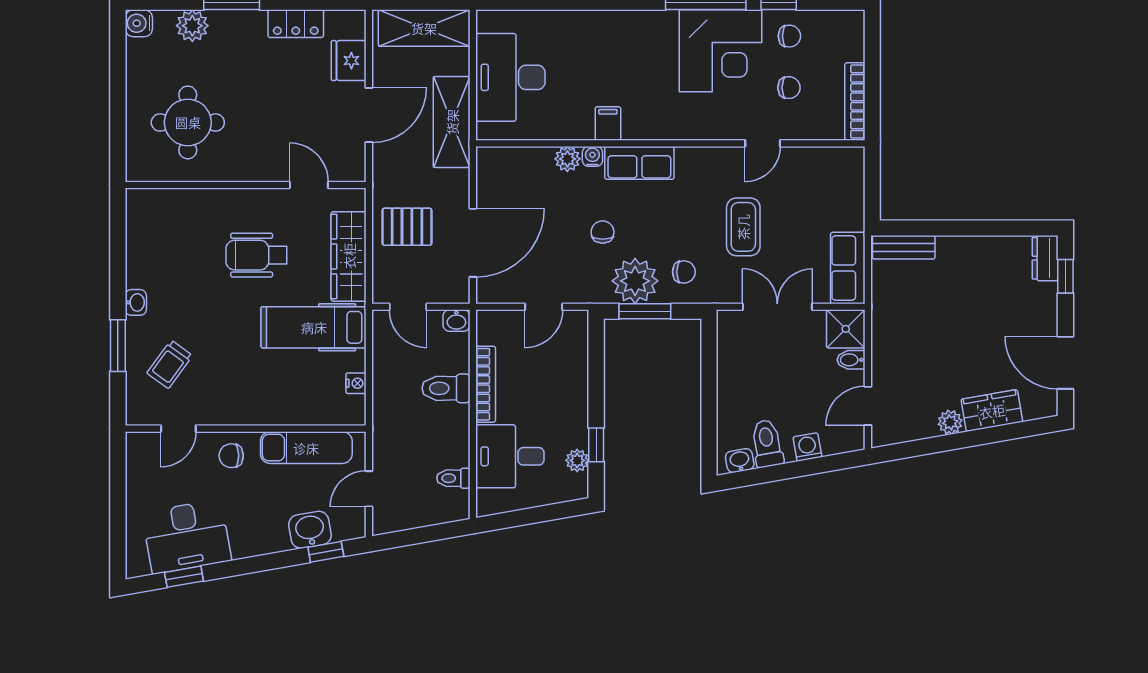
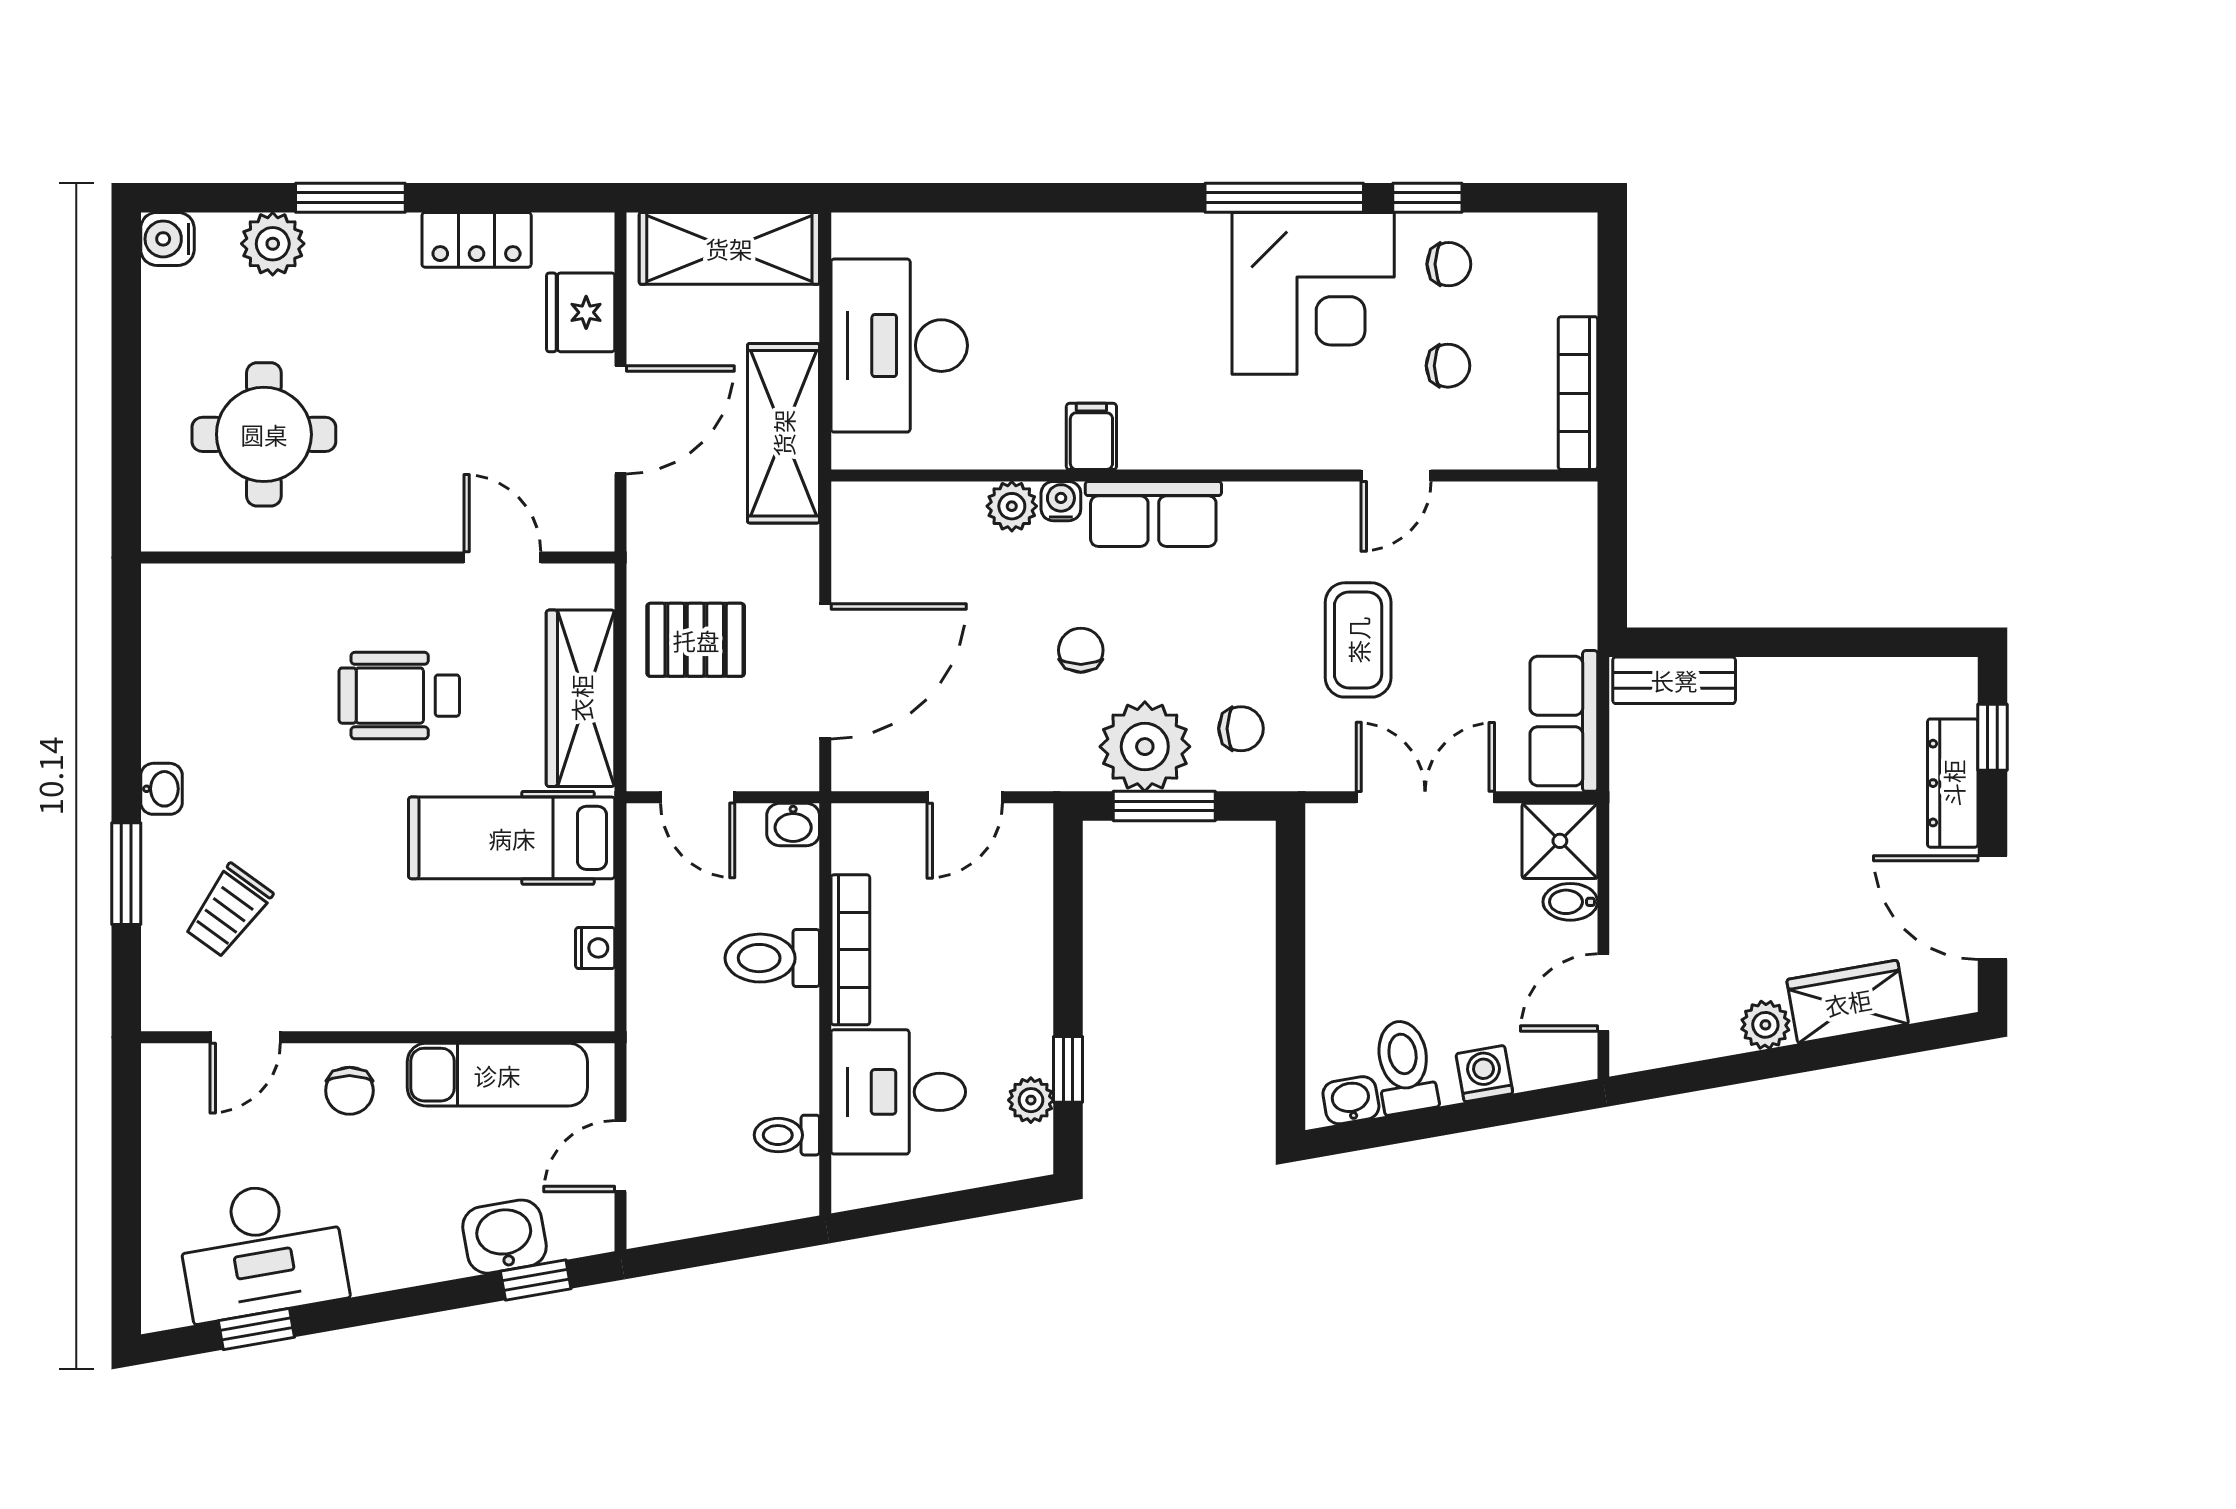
dresser: (1045, 258) -> (1953, 783), moved, width x1.44
chair: (231, 456) -> (349, 1091), turned -90

